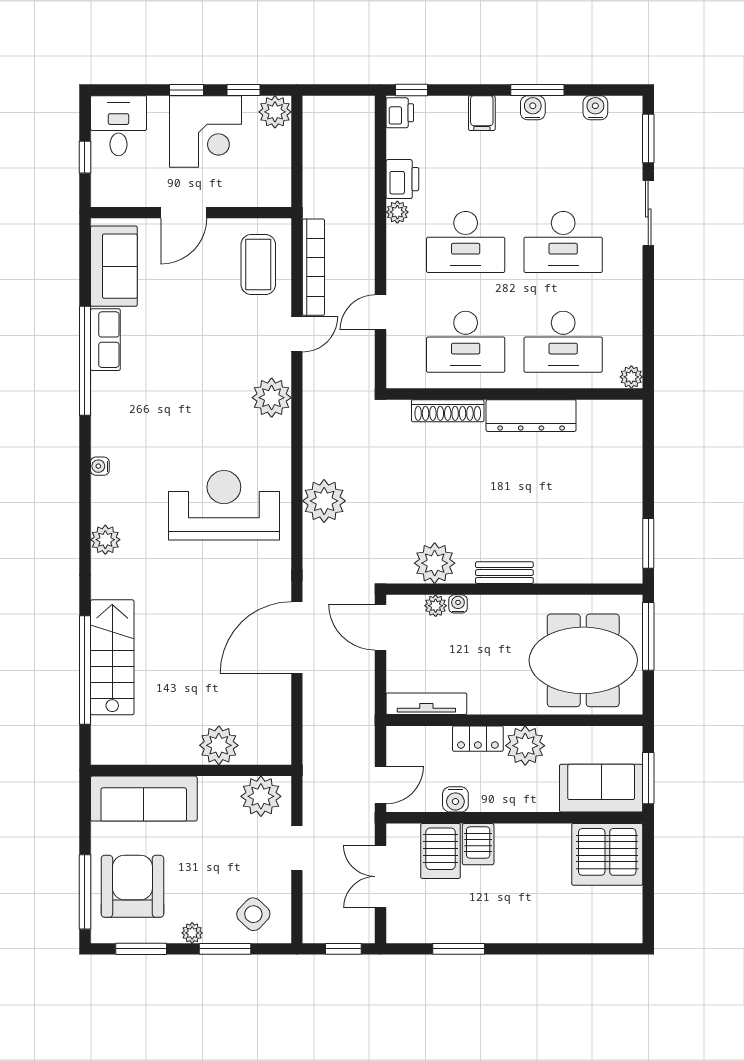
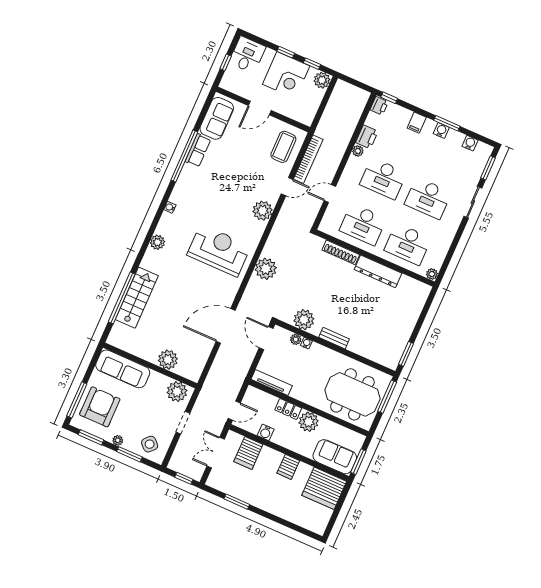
server rack: (478, 844) -> (288, 467), moved

